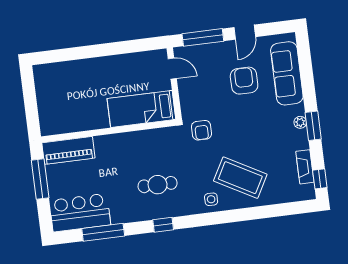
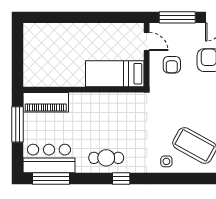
armchair: (201, 130) -> (172, 65), moved
cafe table: (158, 185) -> (106, 158), moved
window: (103, 232) -> (51, 178), moved

